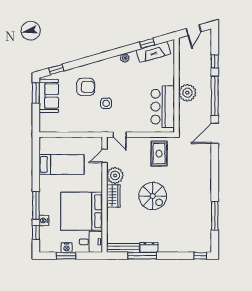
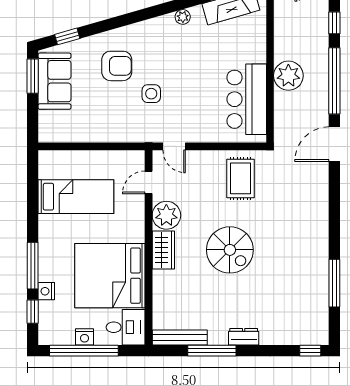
dresser: (149, 247) -> (244, 337), moved
window: (66, 256) -> (84, 351), width x2.11

